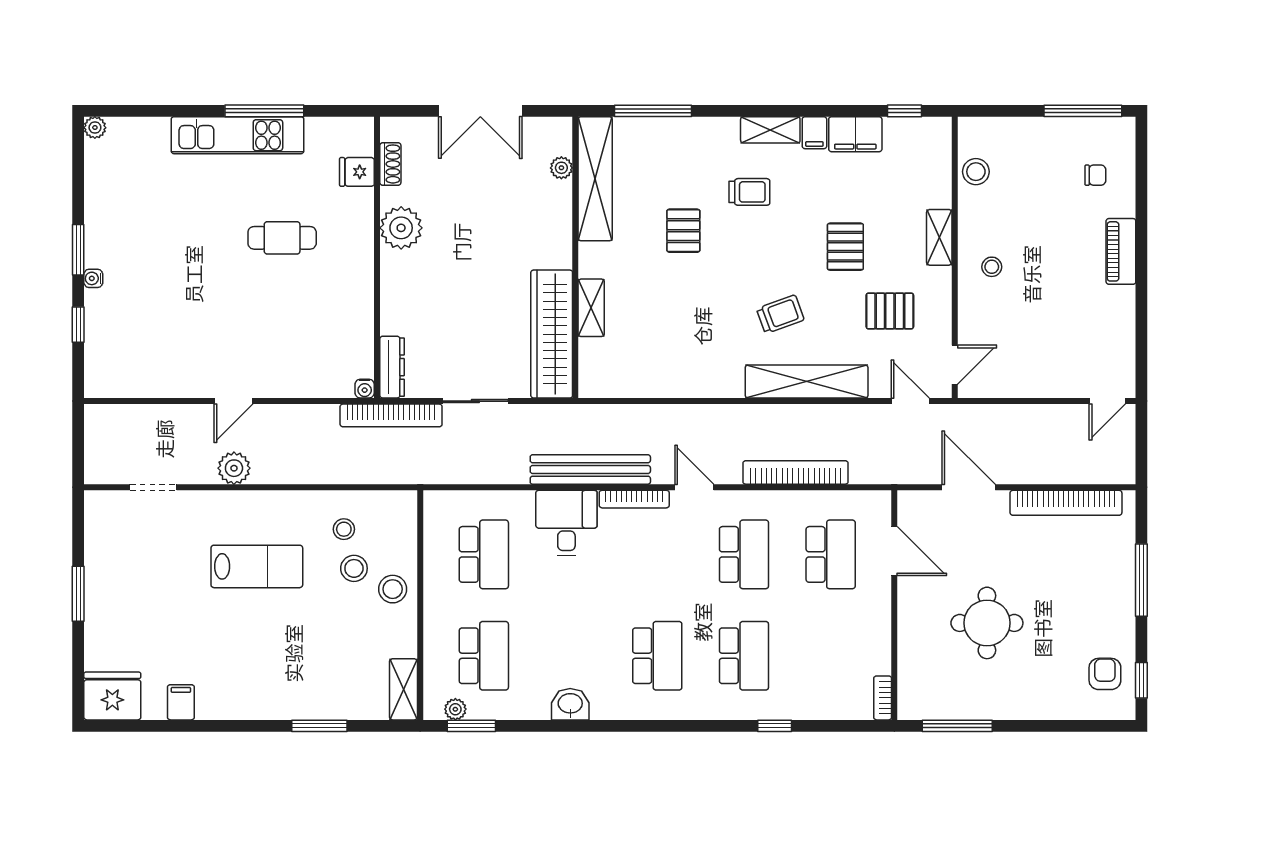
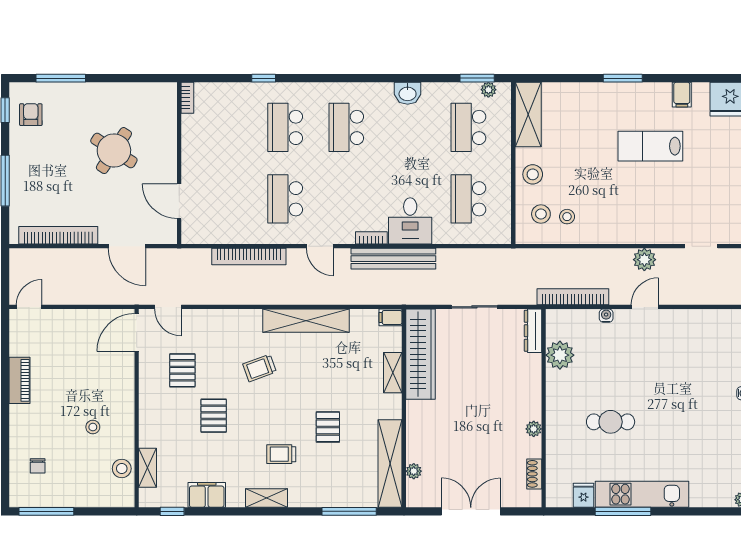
filing cabinet: (814, 133) -> (391, 317), moved, turned -90
fridge: (357, 172) -> (584, 495), moved, turned -90
chair: (1095, 175) -> (38, 466), turned -90
plant: (401, 228) -> (534, 429), width x0.53, depth x0.53
shelving: (939, 237) -> (148, 468), moved
piano: (1121, 251) -> (20, 380), moved
stool: (992, 267) -> (93, 427), moved
pallet: (890, 311) -> (182, 370), turned 90
plant: (354, 333) -> (560, 355), added
door: (955, 365) -> (137, 332), width x1.38
shelving: (807, 381) -> (306, 321), moved
water cooler: (365, 389) -> (606, 316), moved
bookcase: (391, 415) -> (573, 297), moved
bookcase: (634, 499) -> (371, 238), width x0.64
school desk: (831, 554) -> (224, 199), removed
lab bench: (257, 566) -> (650, 146), moved
stool: (354, 568) -> (541, 214), moved
round table: (987, 623) -> (114, 151), turned 33
armchair: (1105, 674) -> (31, 115), turned 180
shelving: (403, 689) -> (528, 115), width x1.50, depth x1.33
window: (319, 726) -> (623, 78), moved
window: (957, 726) -> (61, 78), moved

